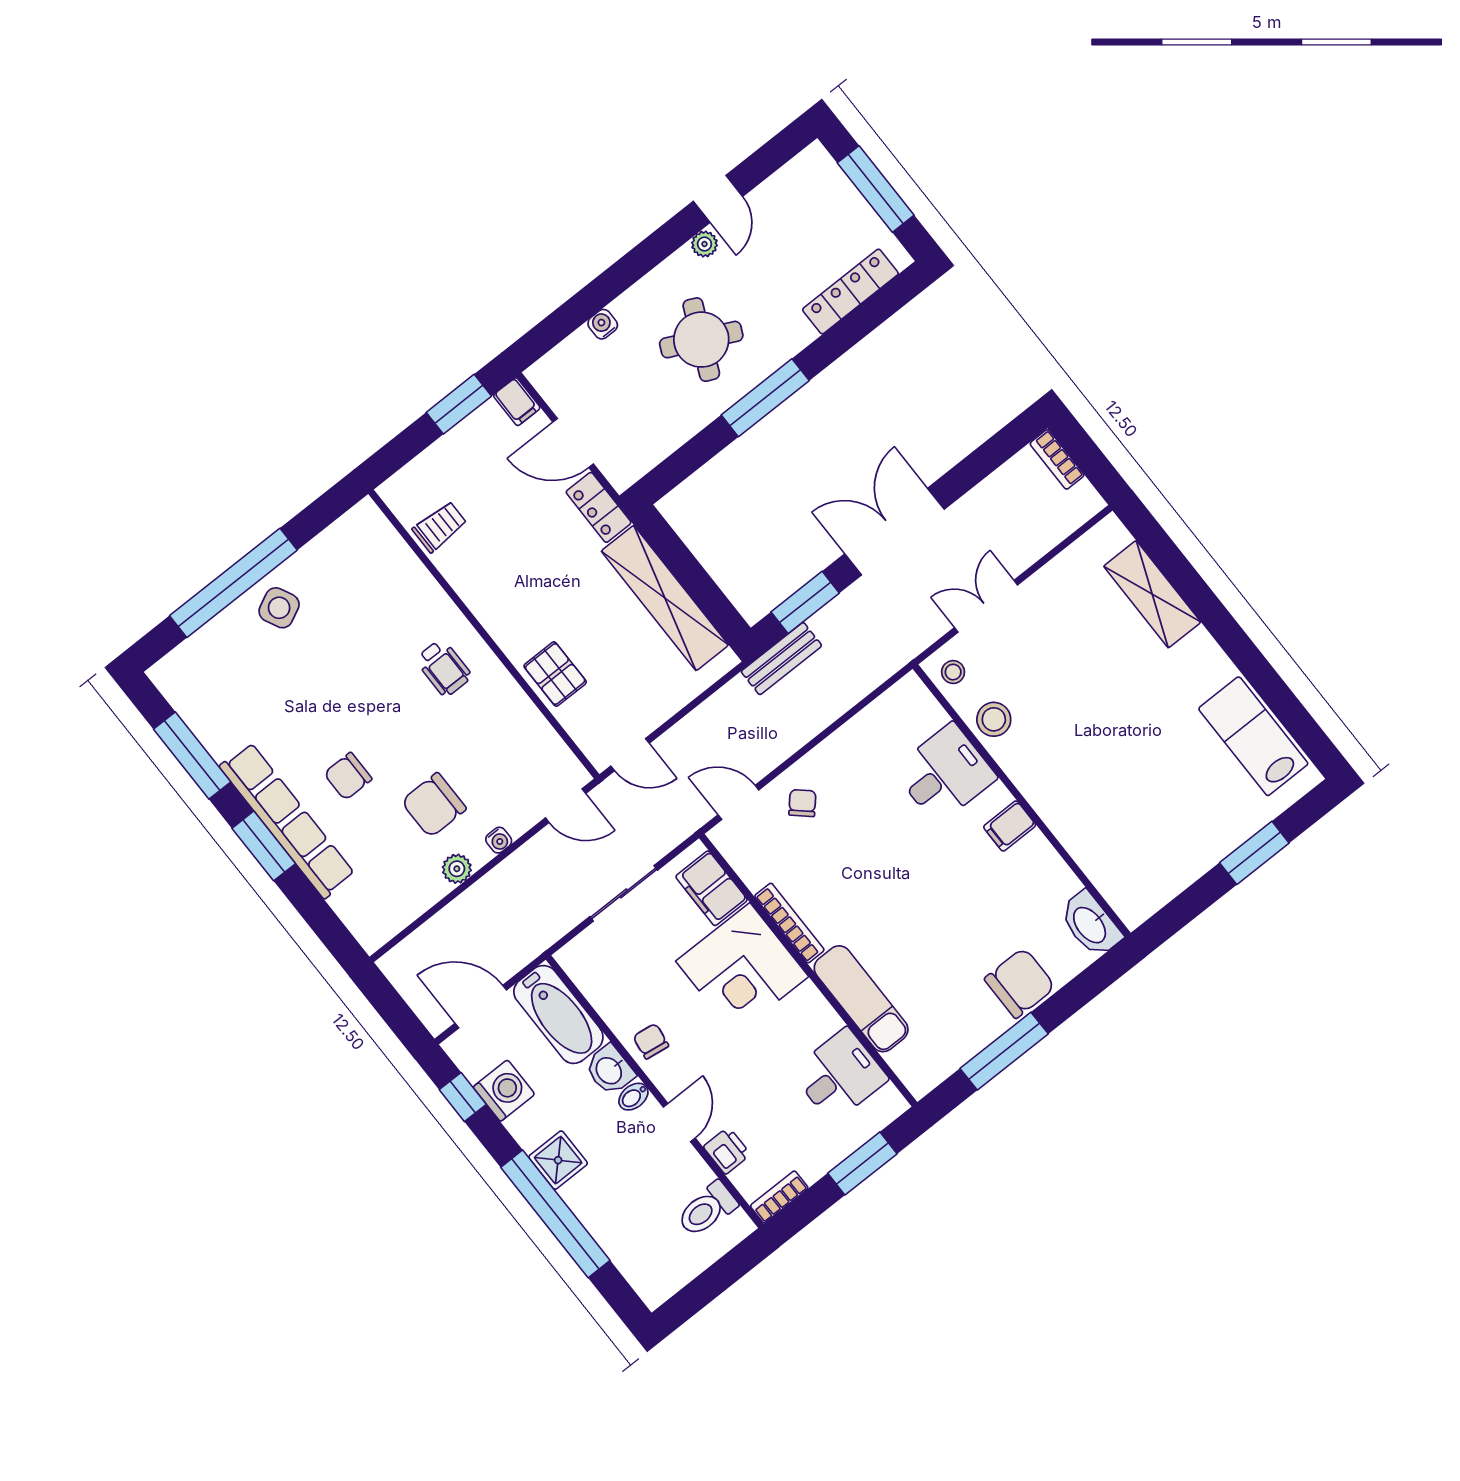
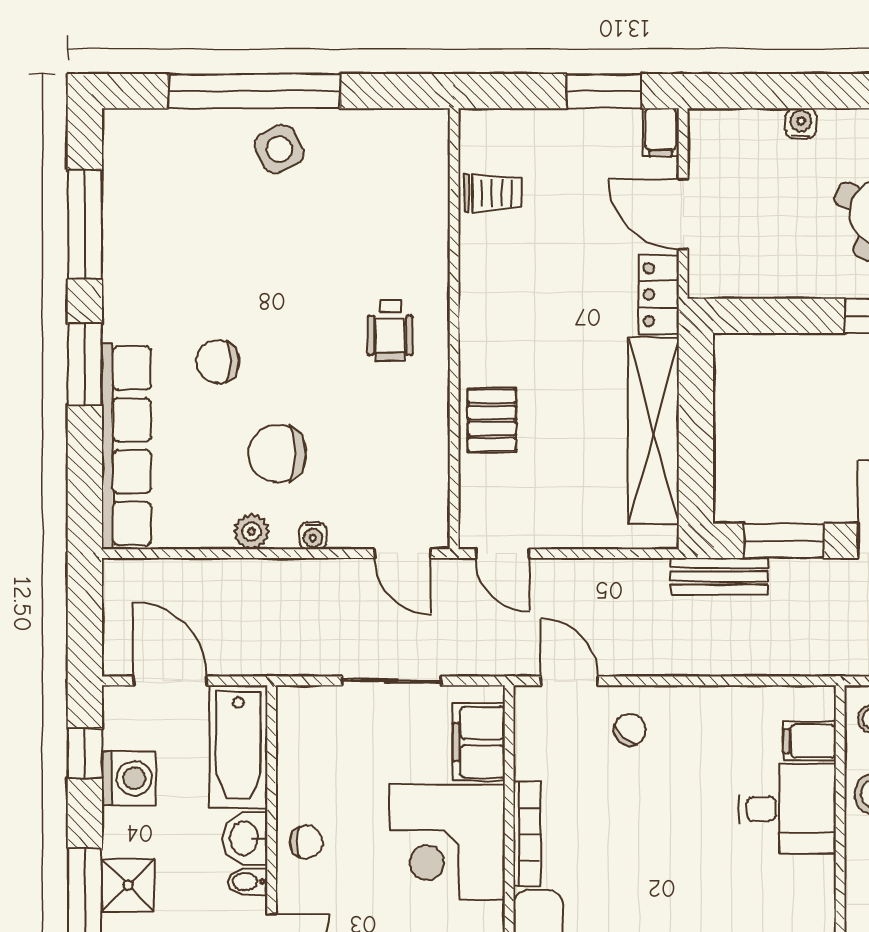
row of seats: (287, 820) -> (126, 446), moved
filing cabinet: (1010, 826) -> (810, 741), moved
chair: (651, 1041) -> (306, 842), turned 82

